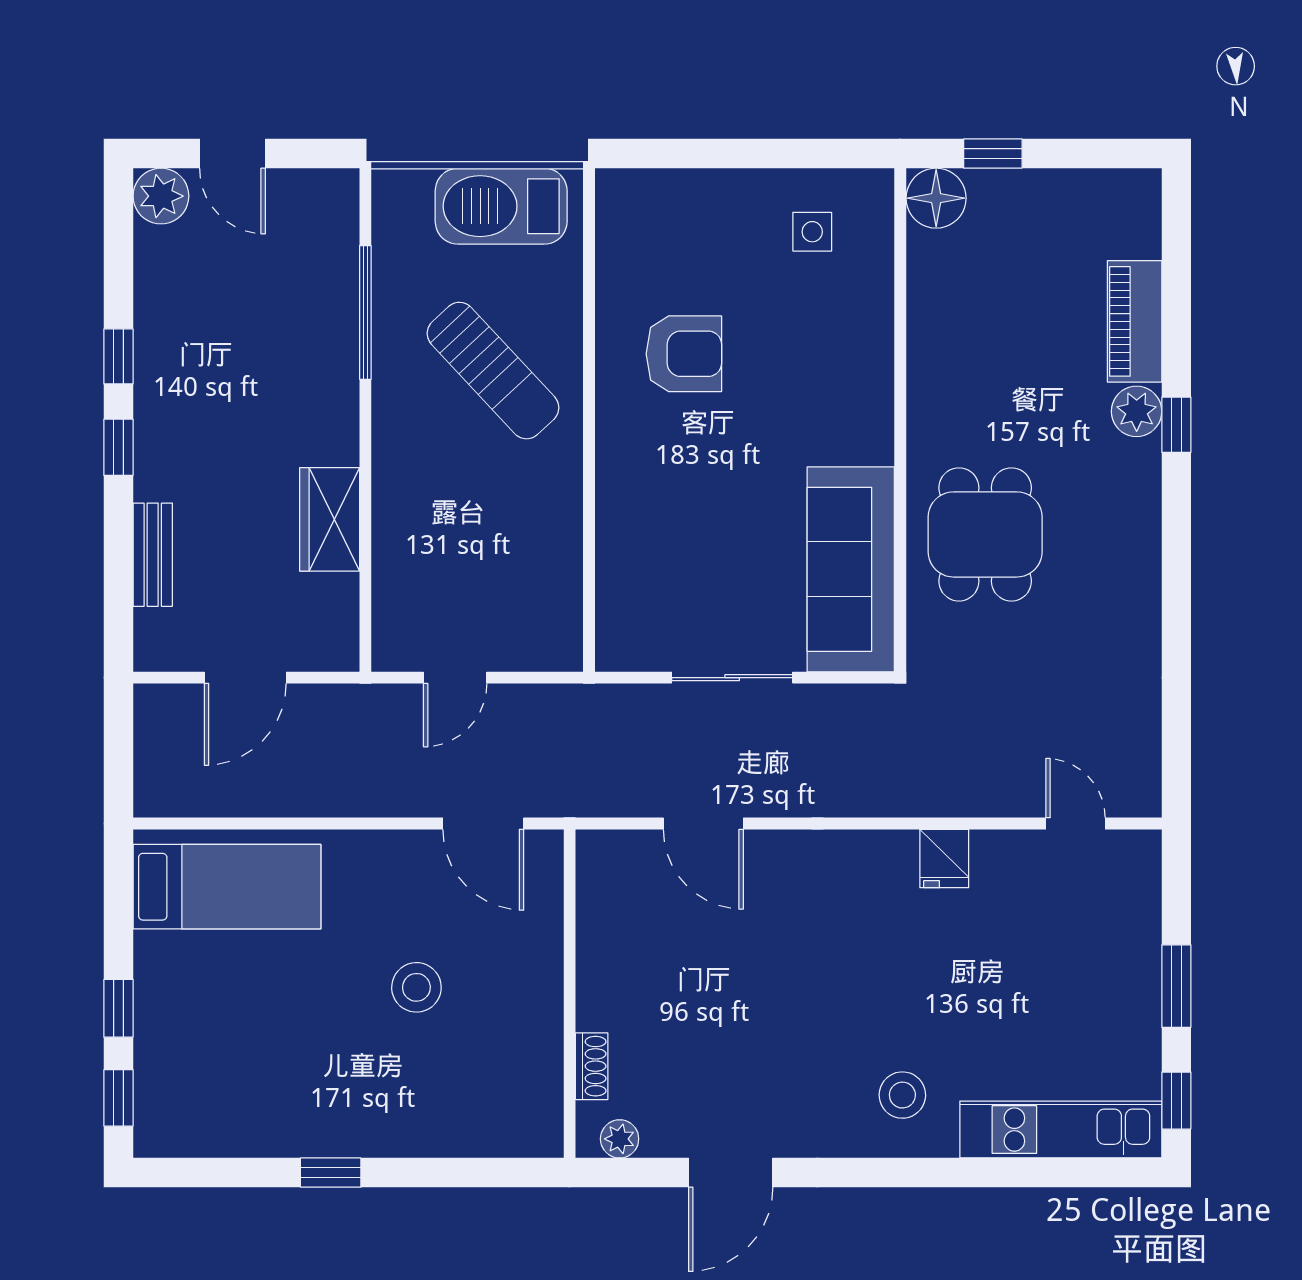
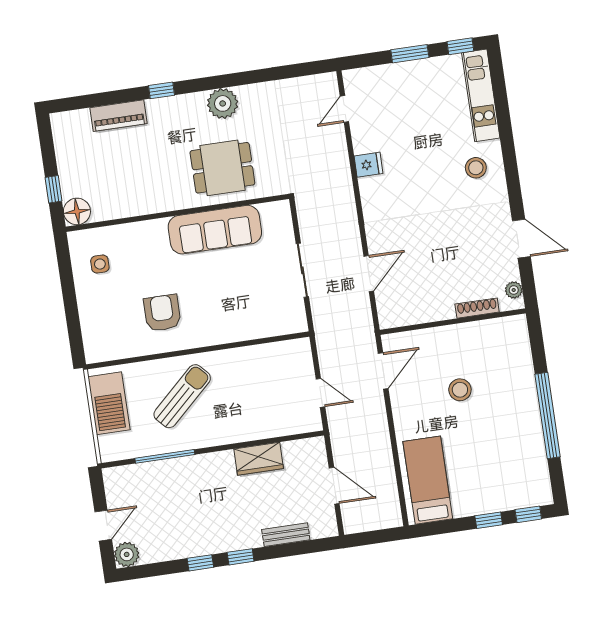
plant: (1137, 411) -> (223, 103), moved, width x1.36, depth x1.36
sofa: (851, 569) -> (215, 230), moved
shoe rack: (592, 1066) -> (477, 308), width x1.43
window: (331, 1173) -> (547, 416), width x3.17

